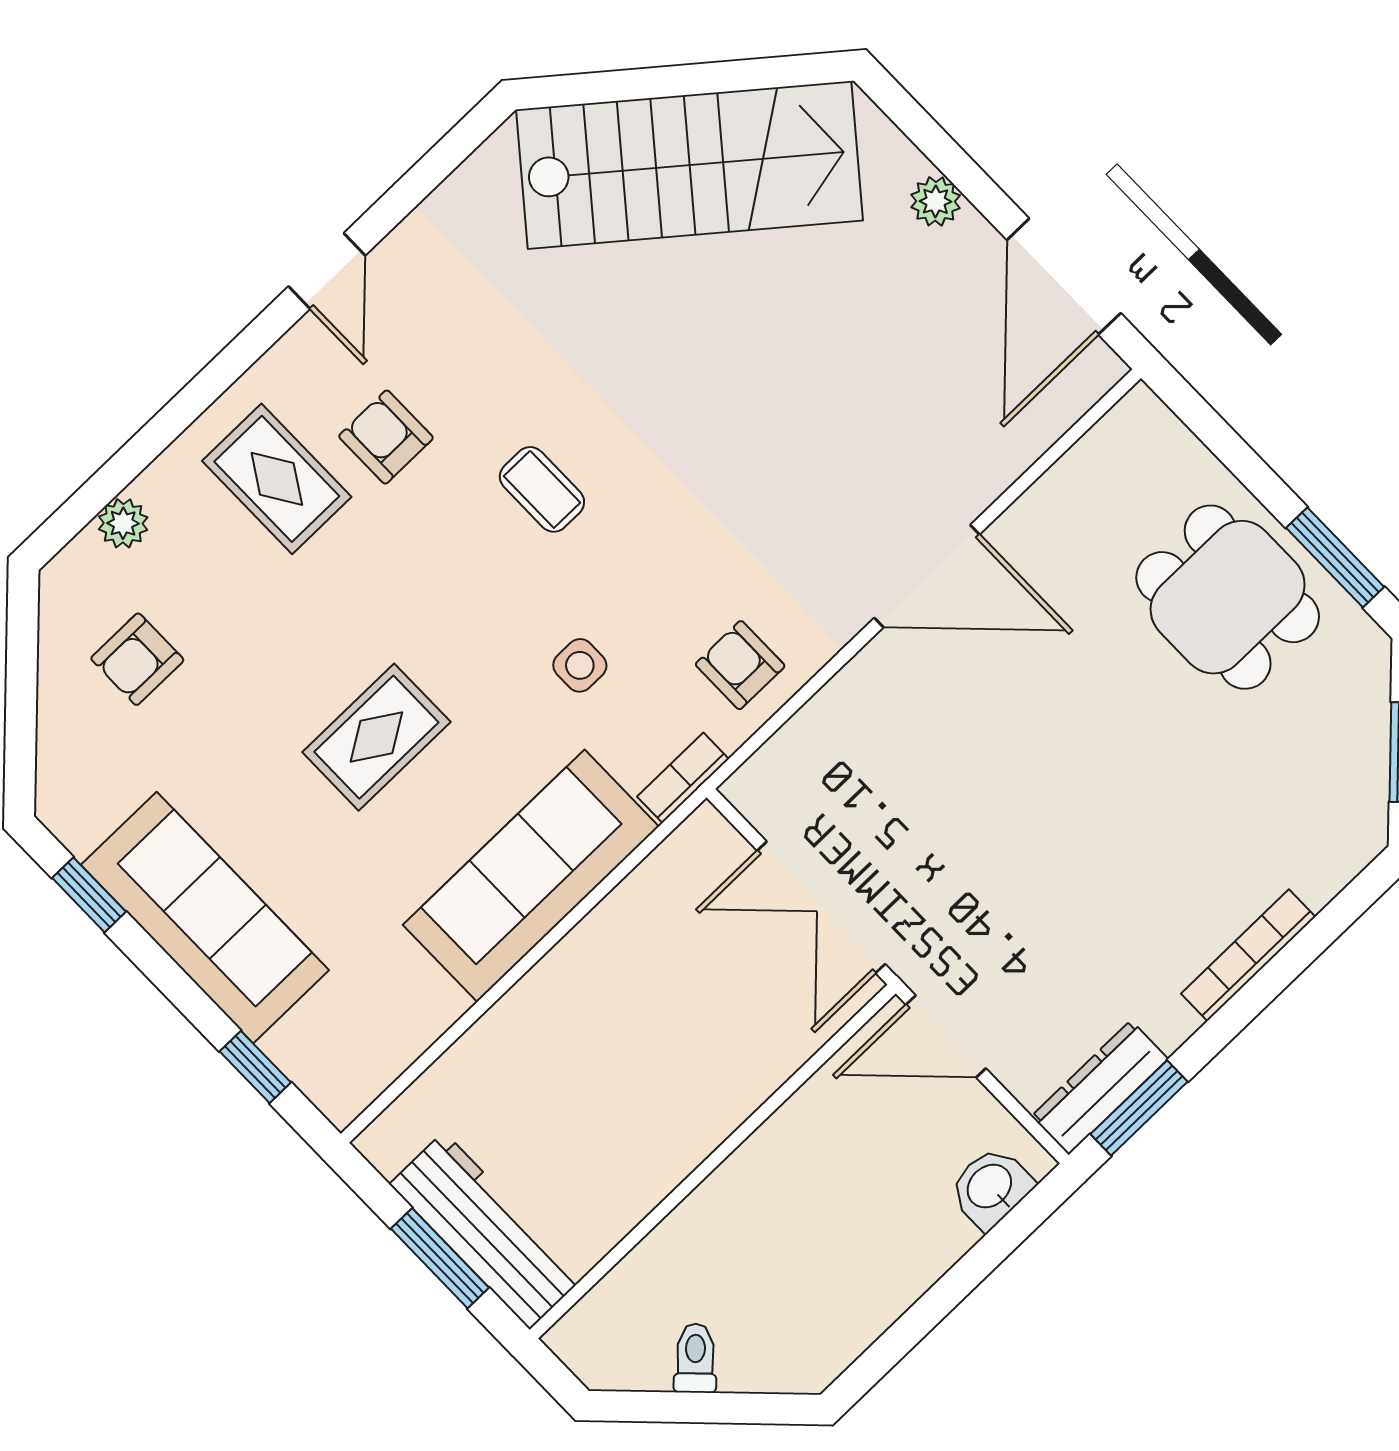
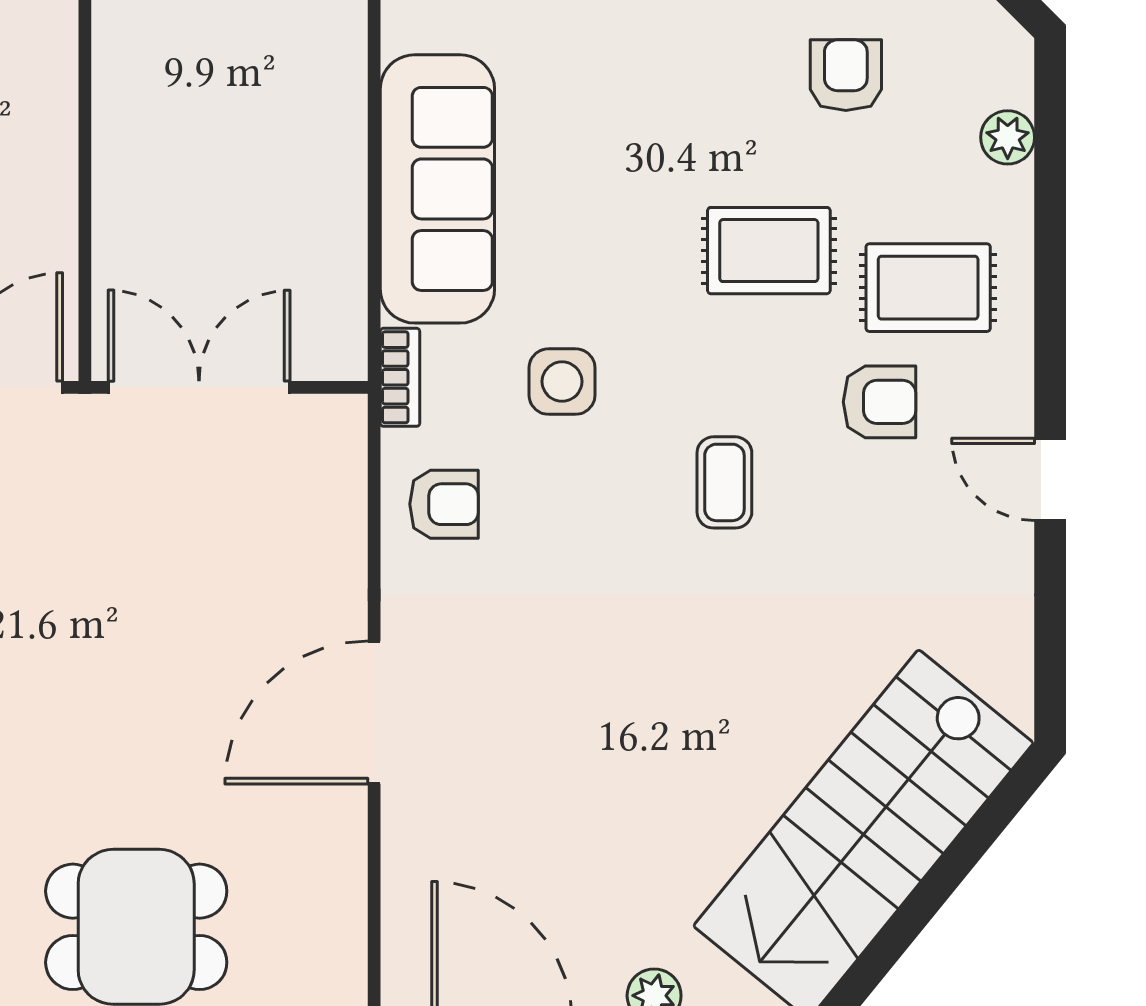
coffee table: (542, 489) -> (724, 482), turned 90
armchair: (137, 659) -> (846, 75), moved
side table: (580, 665) -> (562, 382), width x1.37, depth x1.37
rug: (376, 737) -> (769, 251), moved, turned 90

